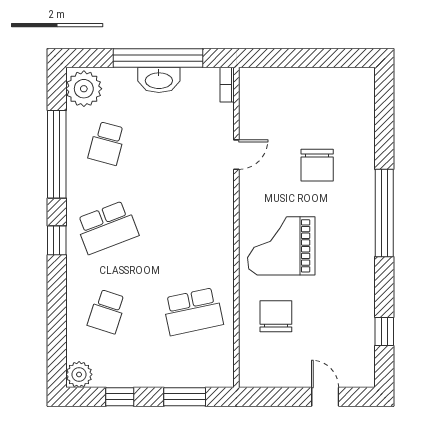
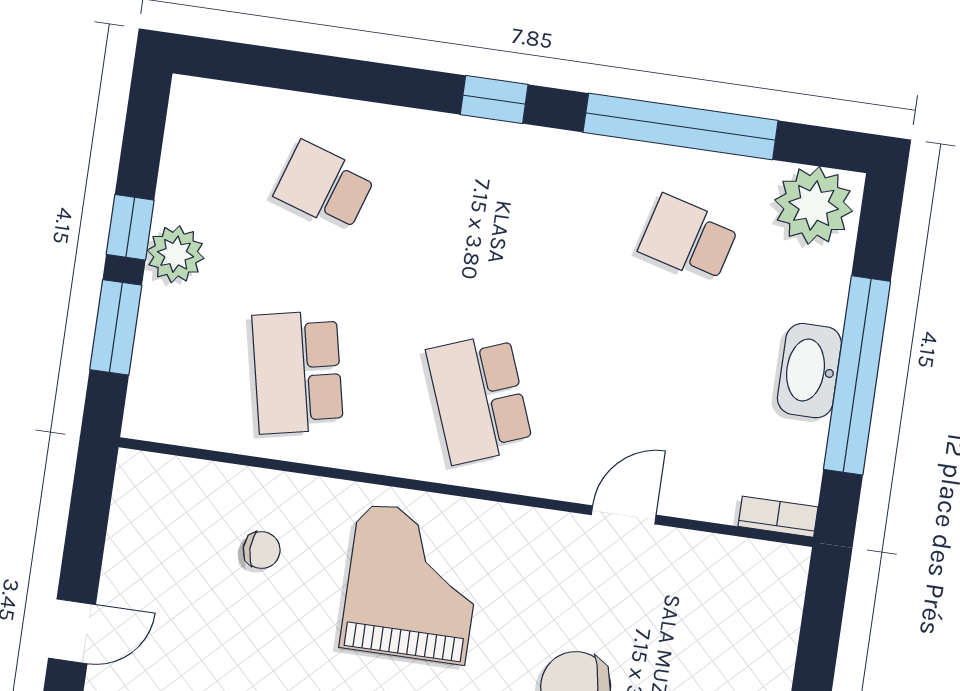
door: (236, 155) -> (624, 515), swing flipped
school desk: (107, 227) -> (480, 398), moved
chair: (276, 316) -> (262, 550), width x0.54, depth x0.54
plant: (79, 374) -> (176, 254), moved
window: (120, 397) -> (130, 227), moved

